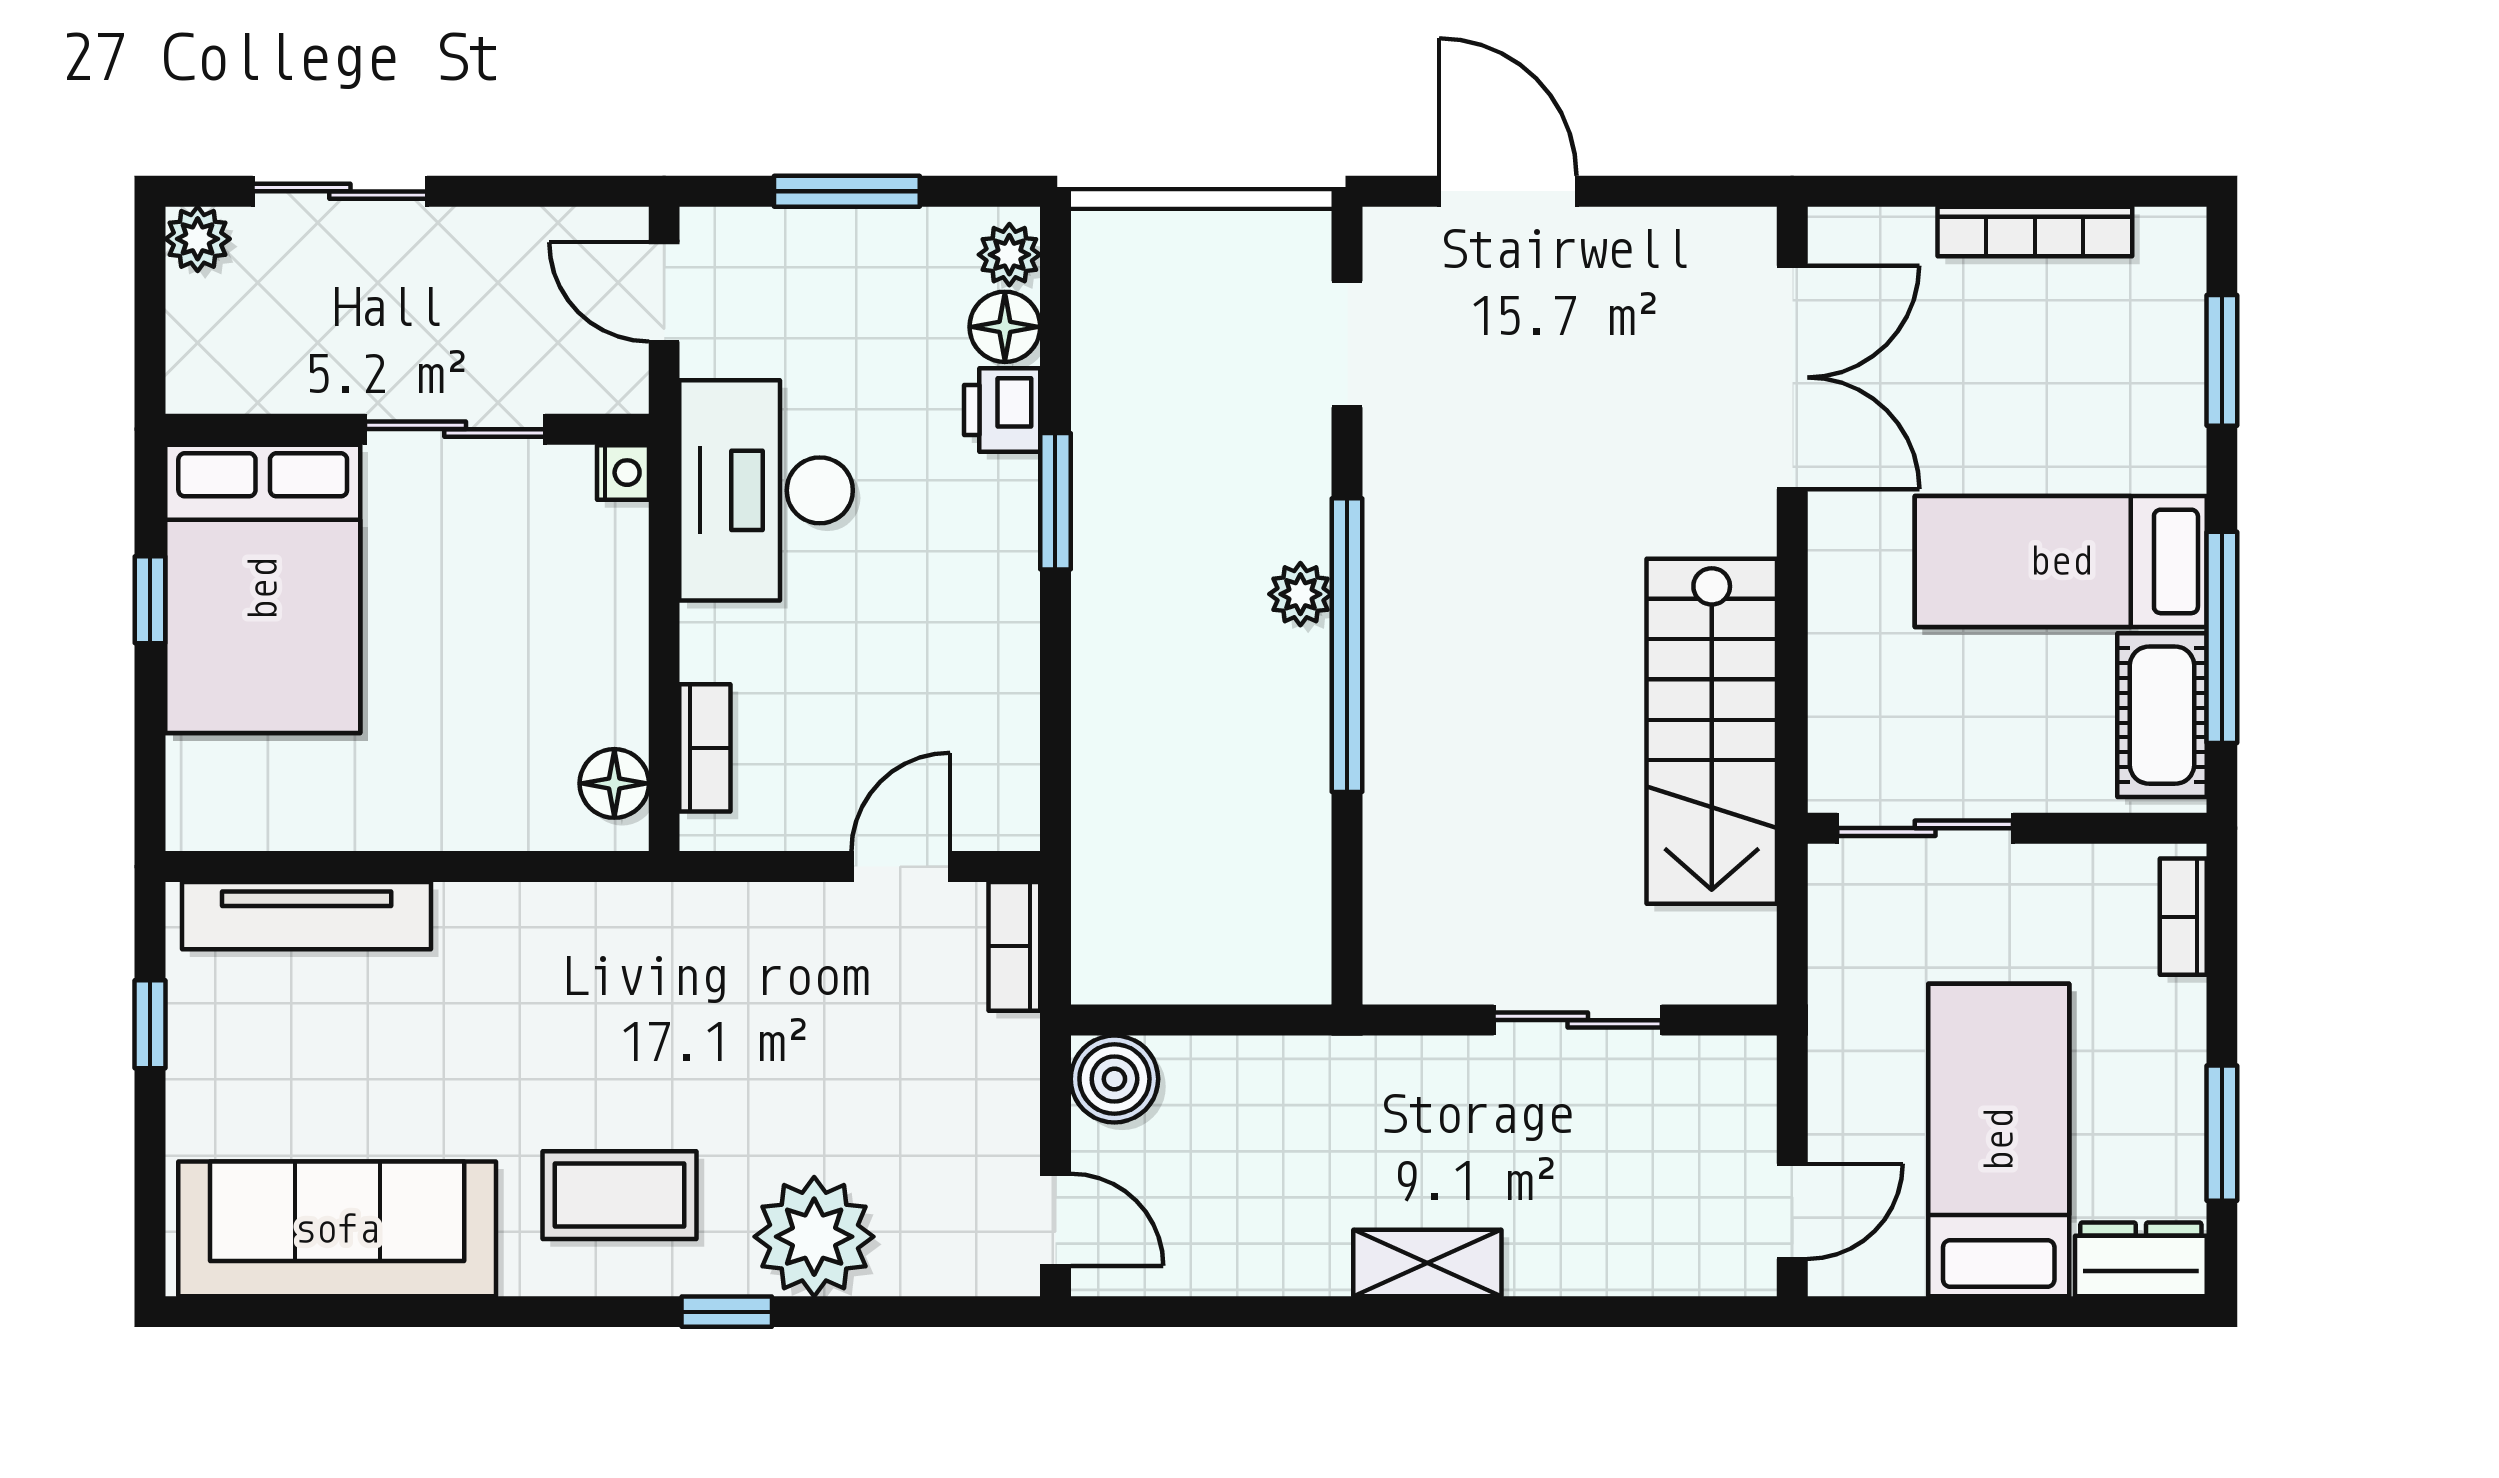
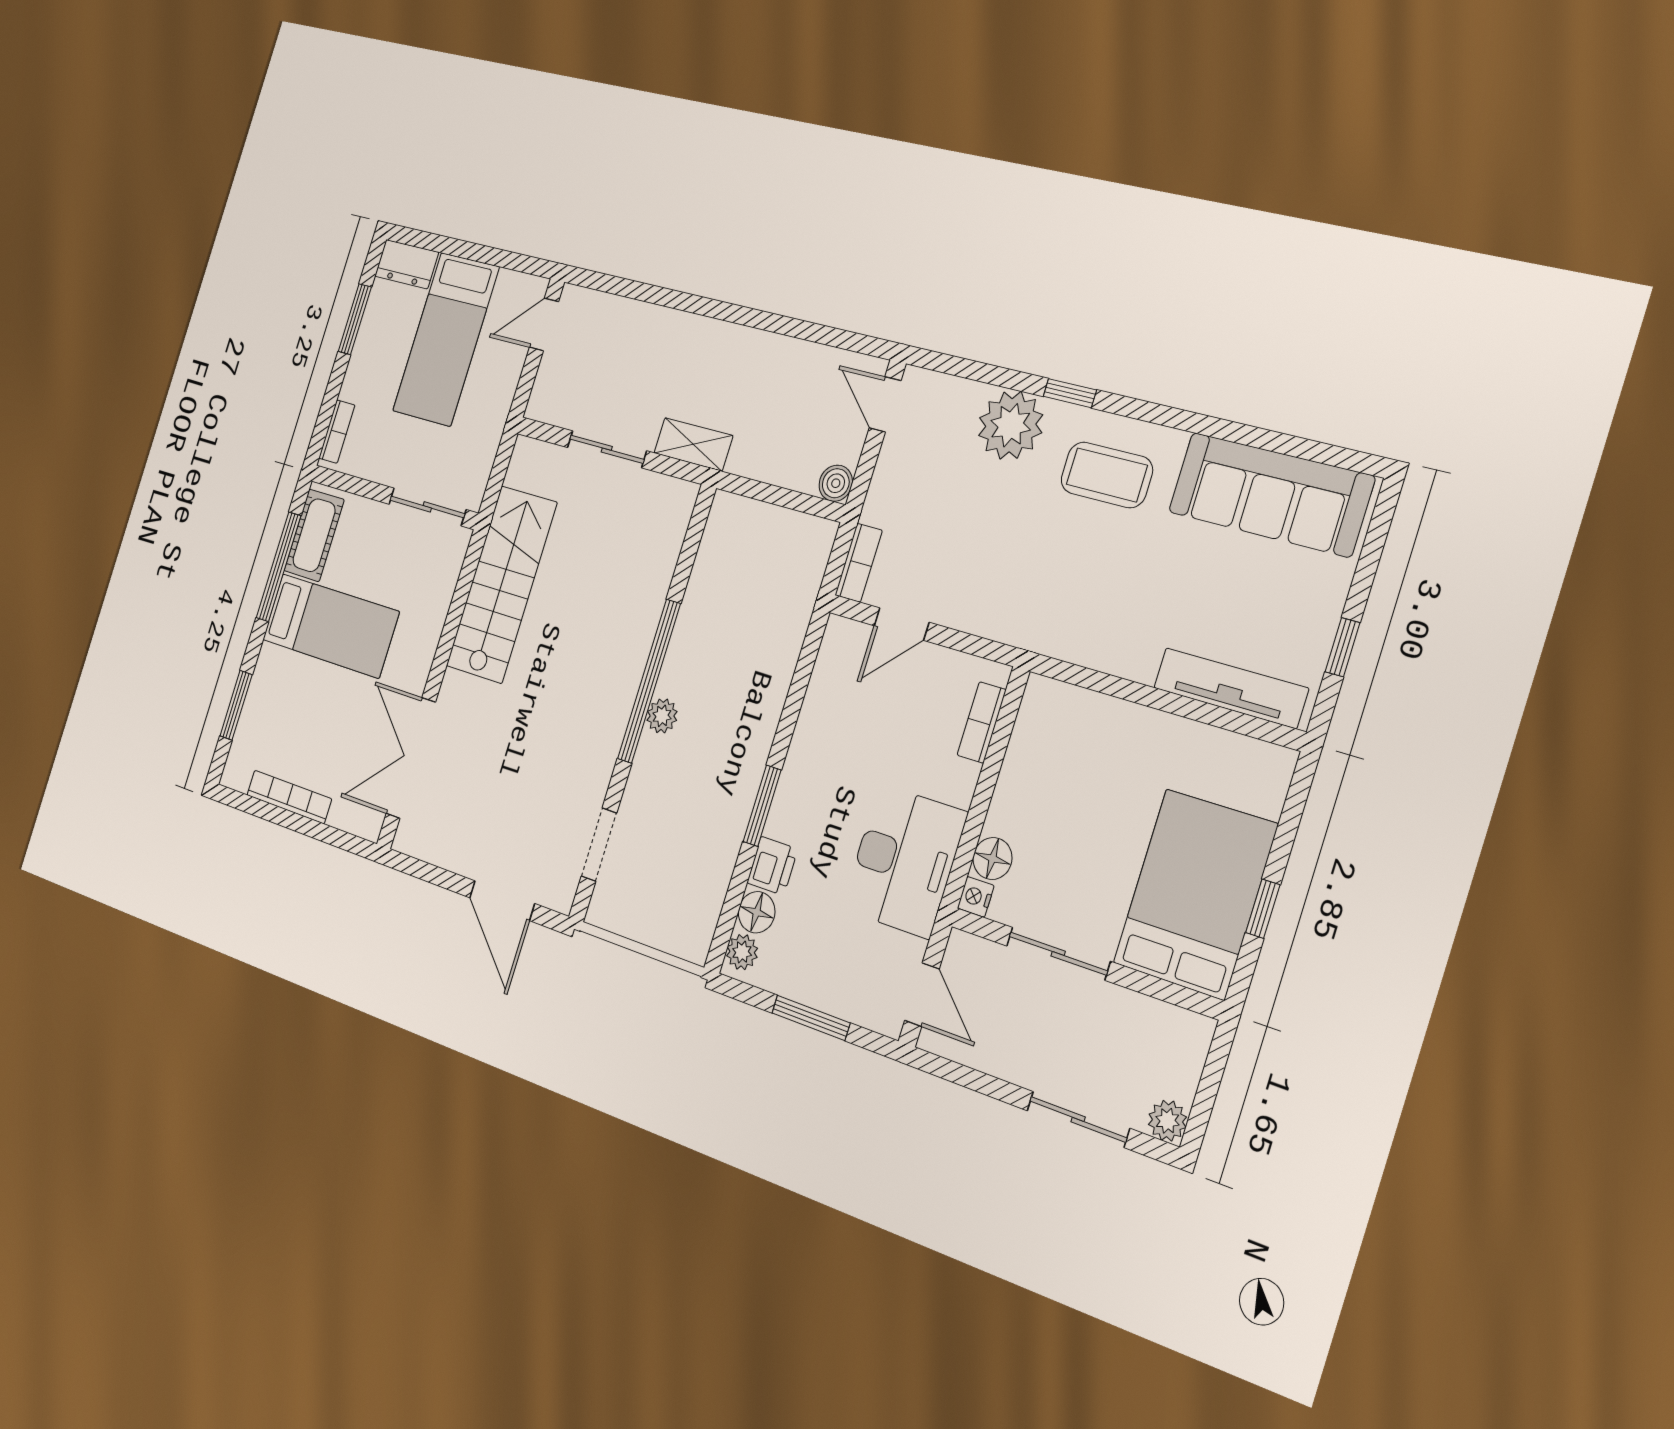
floor lamp: (614, 783) -> (993, 858), moved
boiler: (1114, 1079) -> (836, 483), width x0.73, depth x0.73
shelving: (1427, 1263) -> (693, 444), moved

